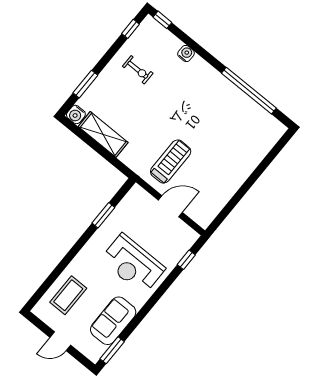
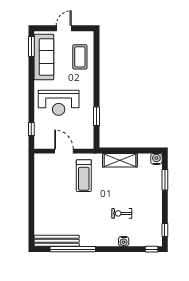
exercise bike: (138, 70) -> (122, 213), moved
bench: (259, 114) -> (57, 241), added
shelving: (103, 134) -> (120, 160), moved
door: (170, 206) -> (64, 151), swing flipped
reception desk: (133, 264) -> (59, 103), turned 180
sofa: (113, 321) -> (44, 57), width x1.36

